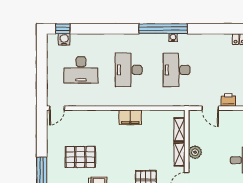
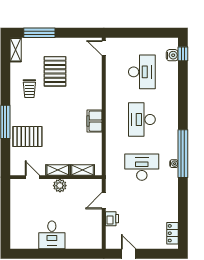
desk: (81, 70) -> (142, 72), turned 180
desk: (129, 70) -> (142, 120), turned -90

